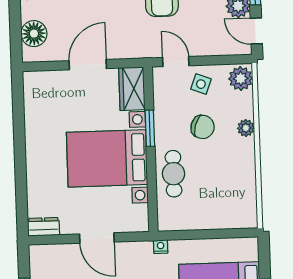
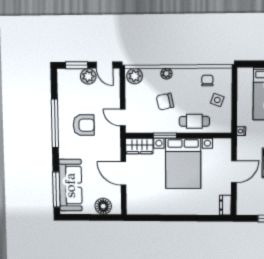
door: (256, 31) -> (104, 65), hinge flipped
door: (176, 62) -> (123, 118), hinge flipped
side table: (201, 84) -> (217, 100), moved
chair: (203, 127) -> (165, 102), turned -119
chair: (237, 192) -> (207, 81), added

